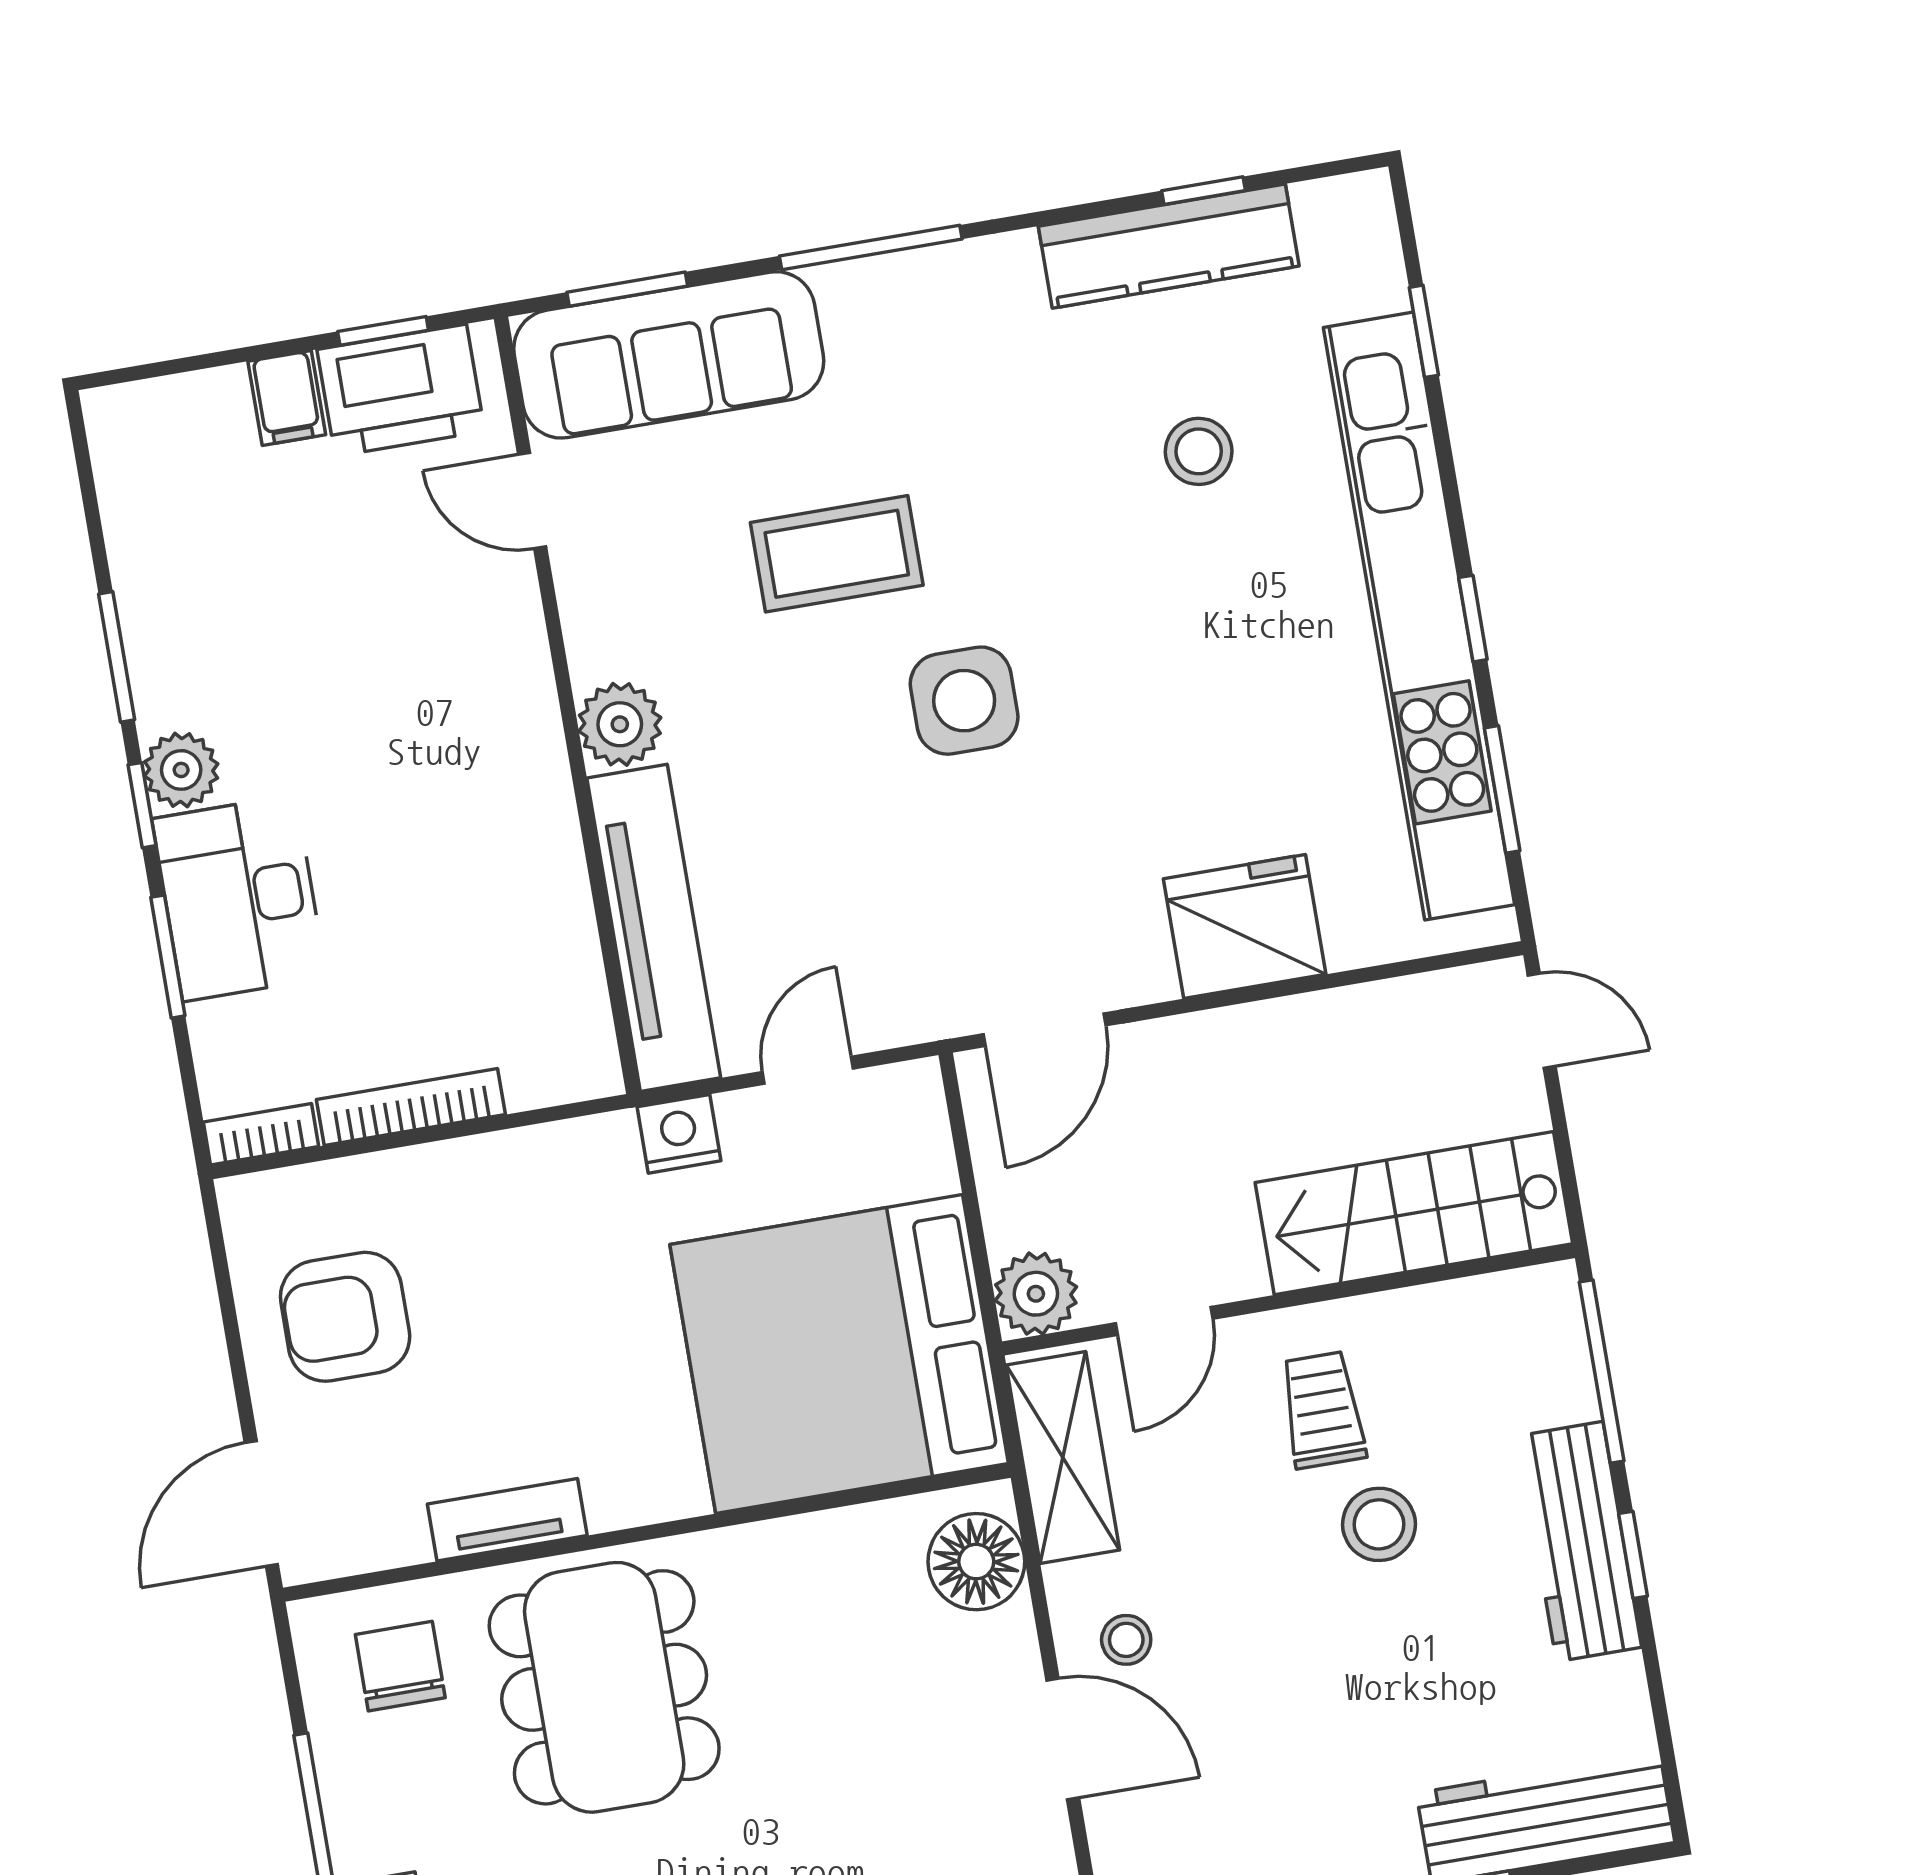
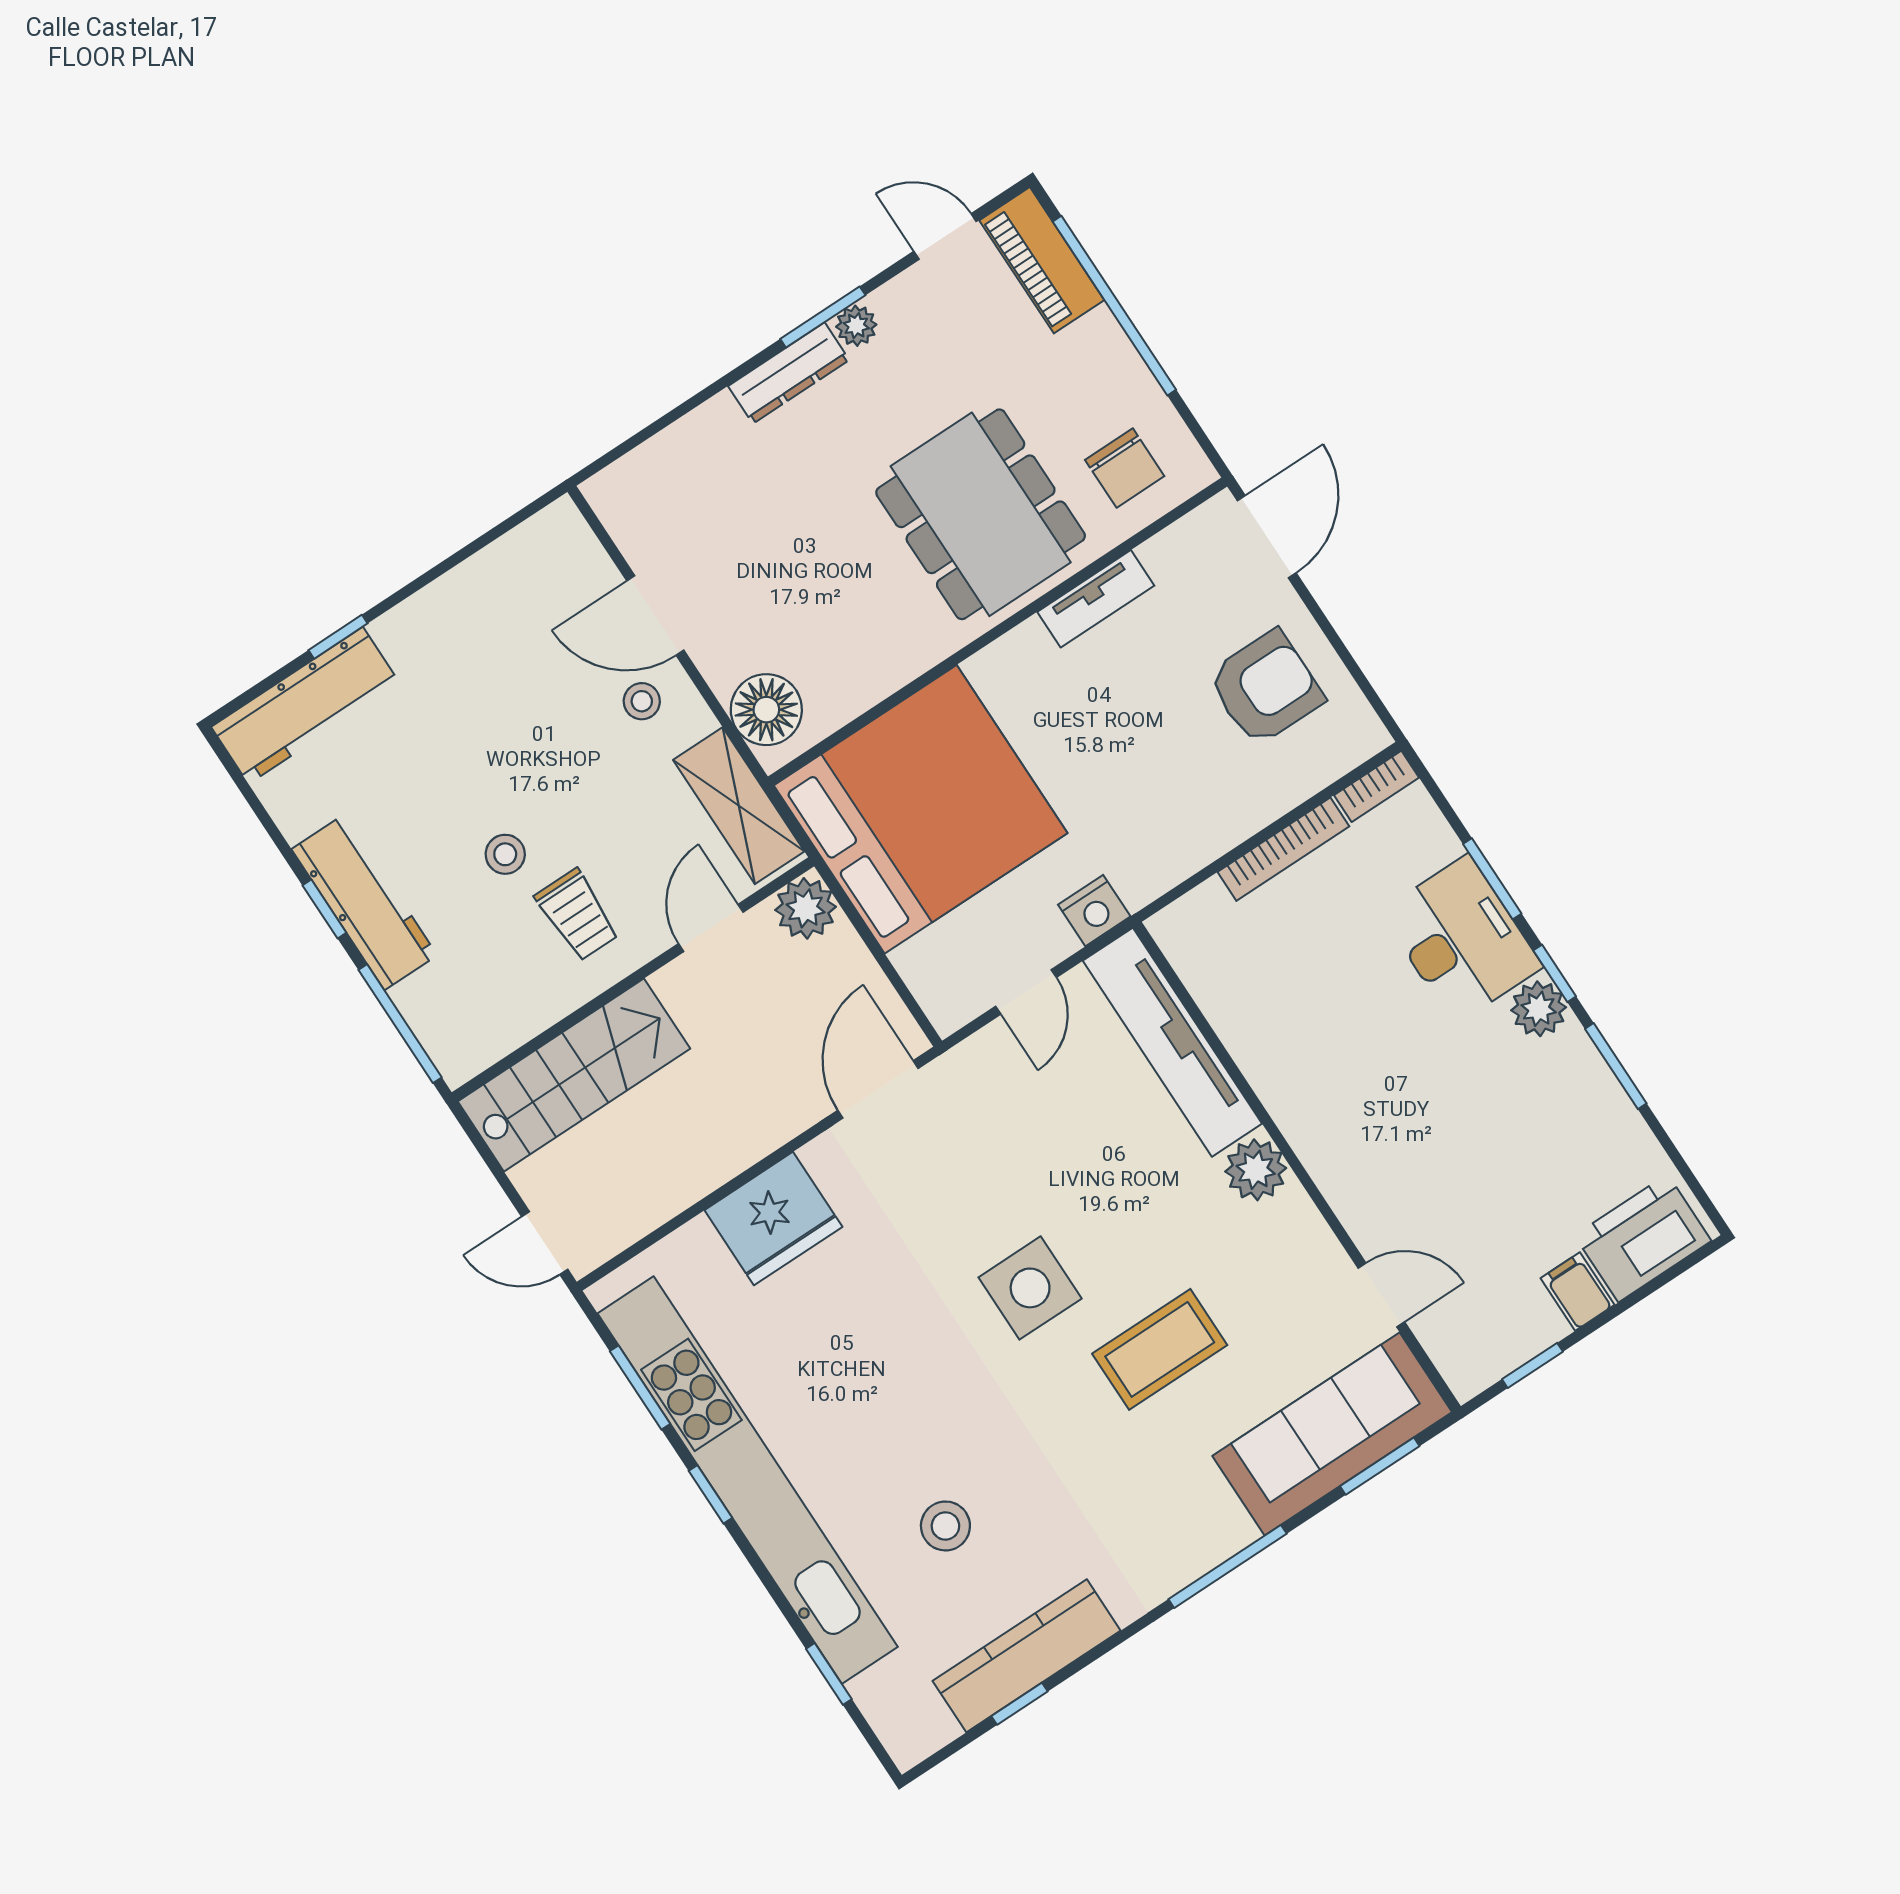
printer: (401, 390) -> (1643, 1238), moved
stool: (1379, 1524) -> (505, 854), width x0.73, depth x0.73

